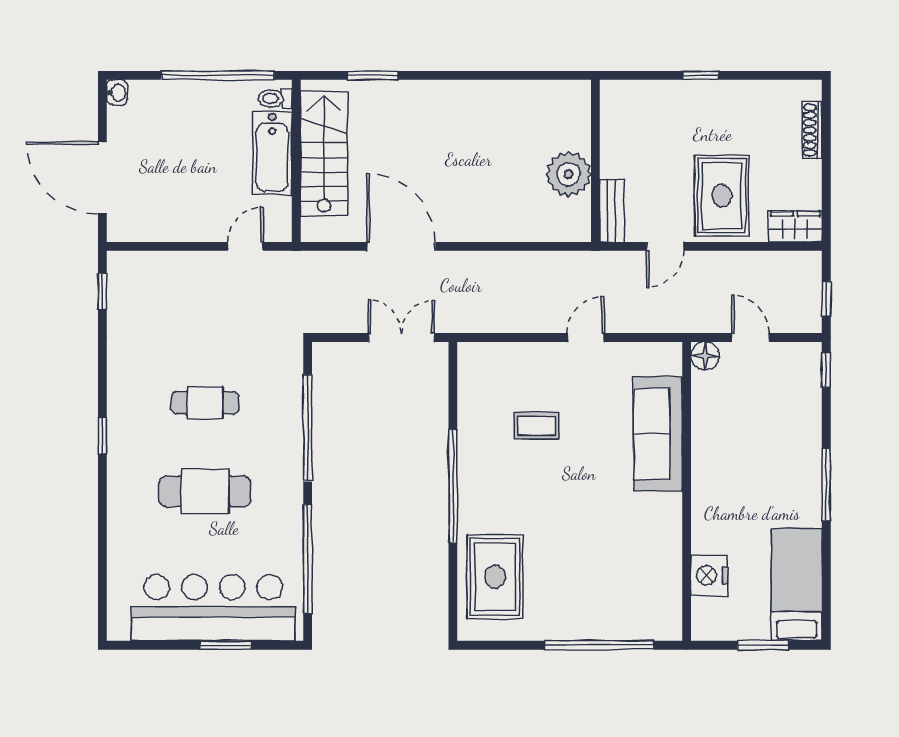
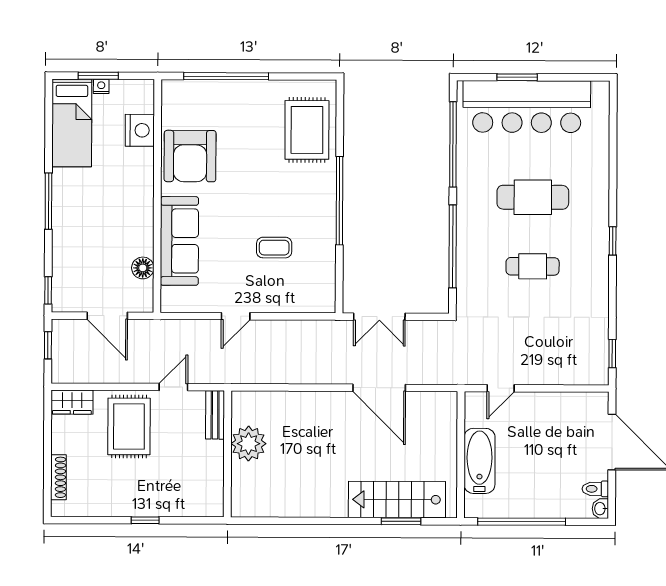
toilet: (275, 99) -> (595, 489), moved, turned 180
stairs: (324, 153) -> (397, 500), moved, turned 90
door: (750, 338) -> (107, 316), width x1.38
floor lamp: (705, 356) -> (143, 268), moved
armchair: (645, 543) -> (190, 156), added
nightstand: (759, 632) -> (101, 86), added

